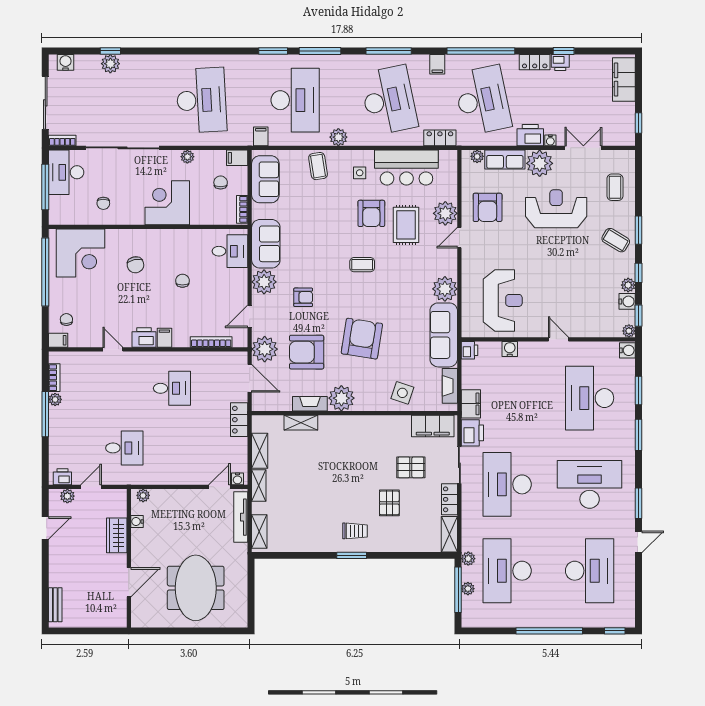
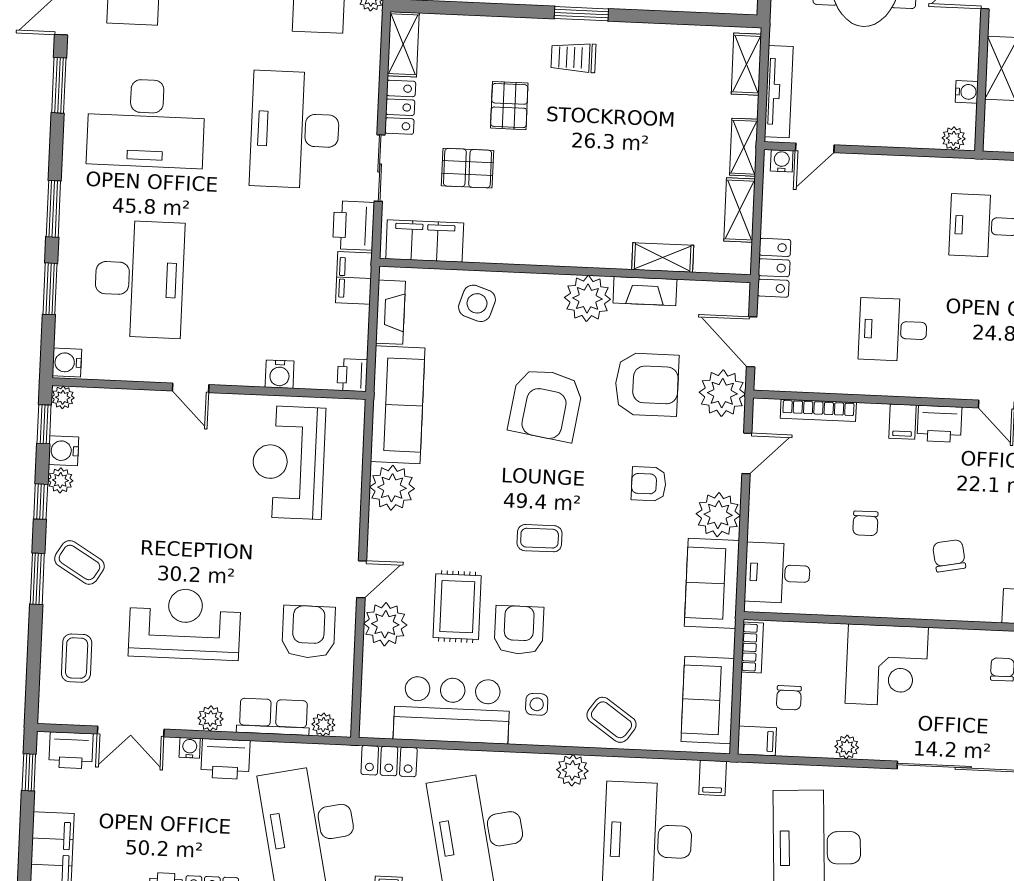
printer: (616, 136) -> (71, 750), added
plant: (540, 163) -> (210, 718), width x0.53, depth x0.53
coffee table: (318, 166) -> (611, 720), turned -46
reception desk: (556, 209) -> (185, 624), turned 180
desk: (507, 484) -> (295, 130), turned 180

